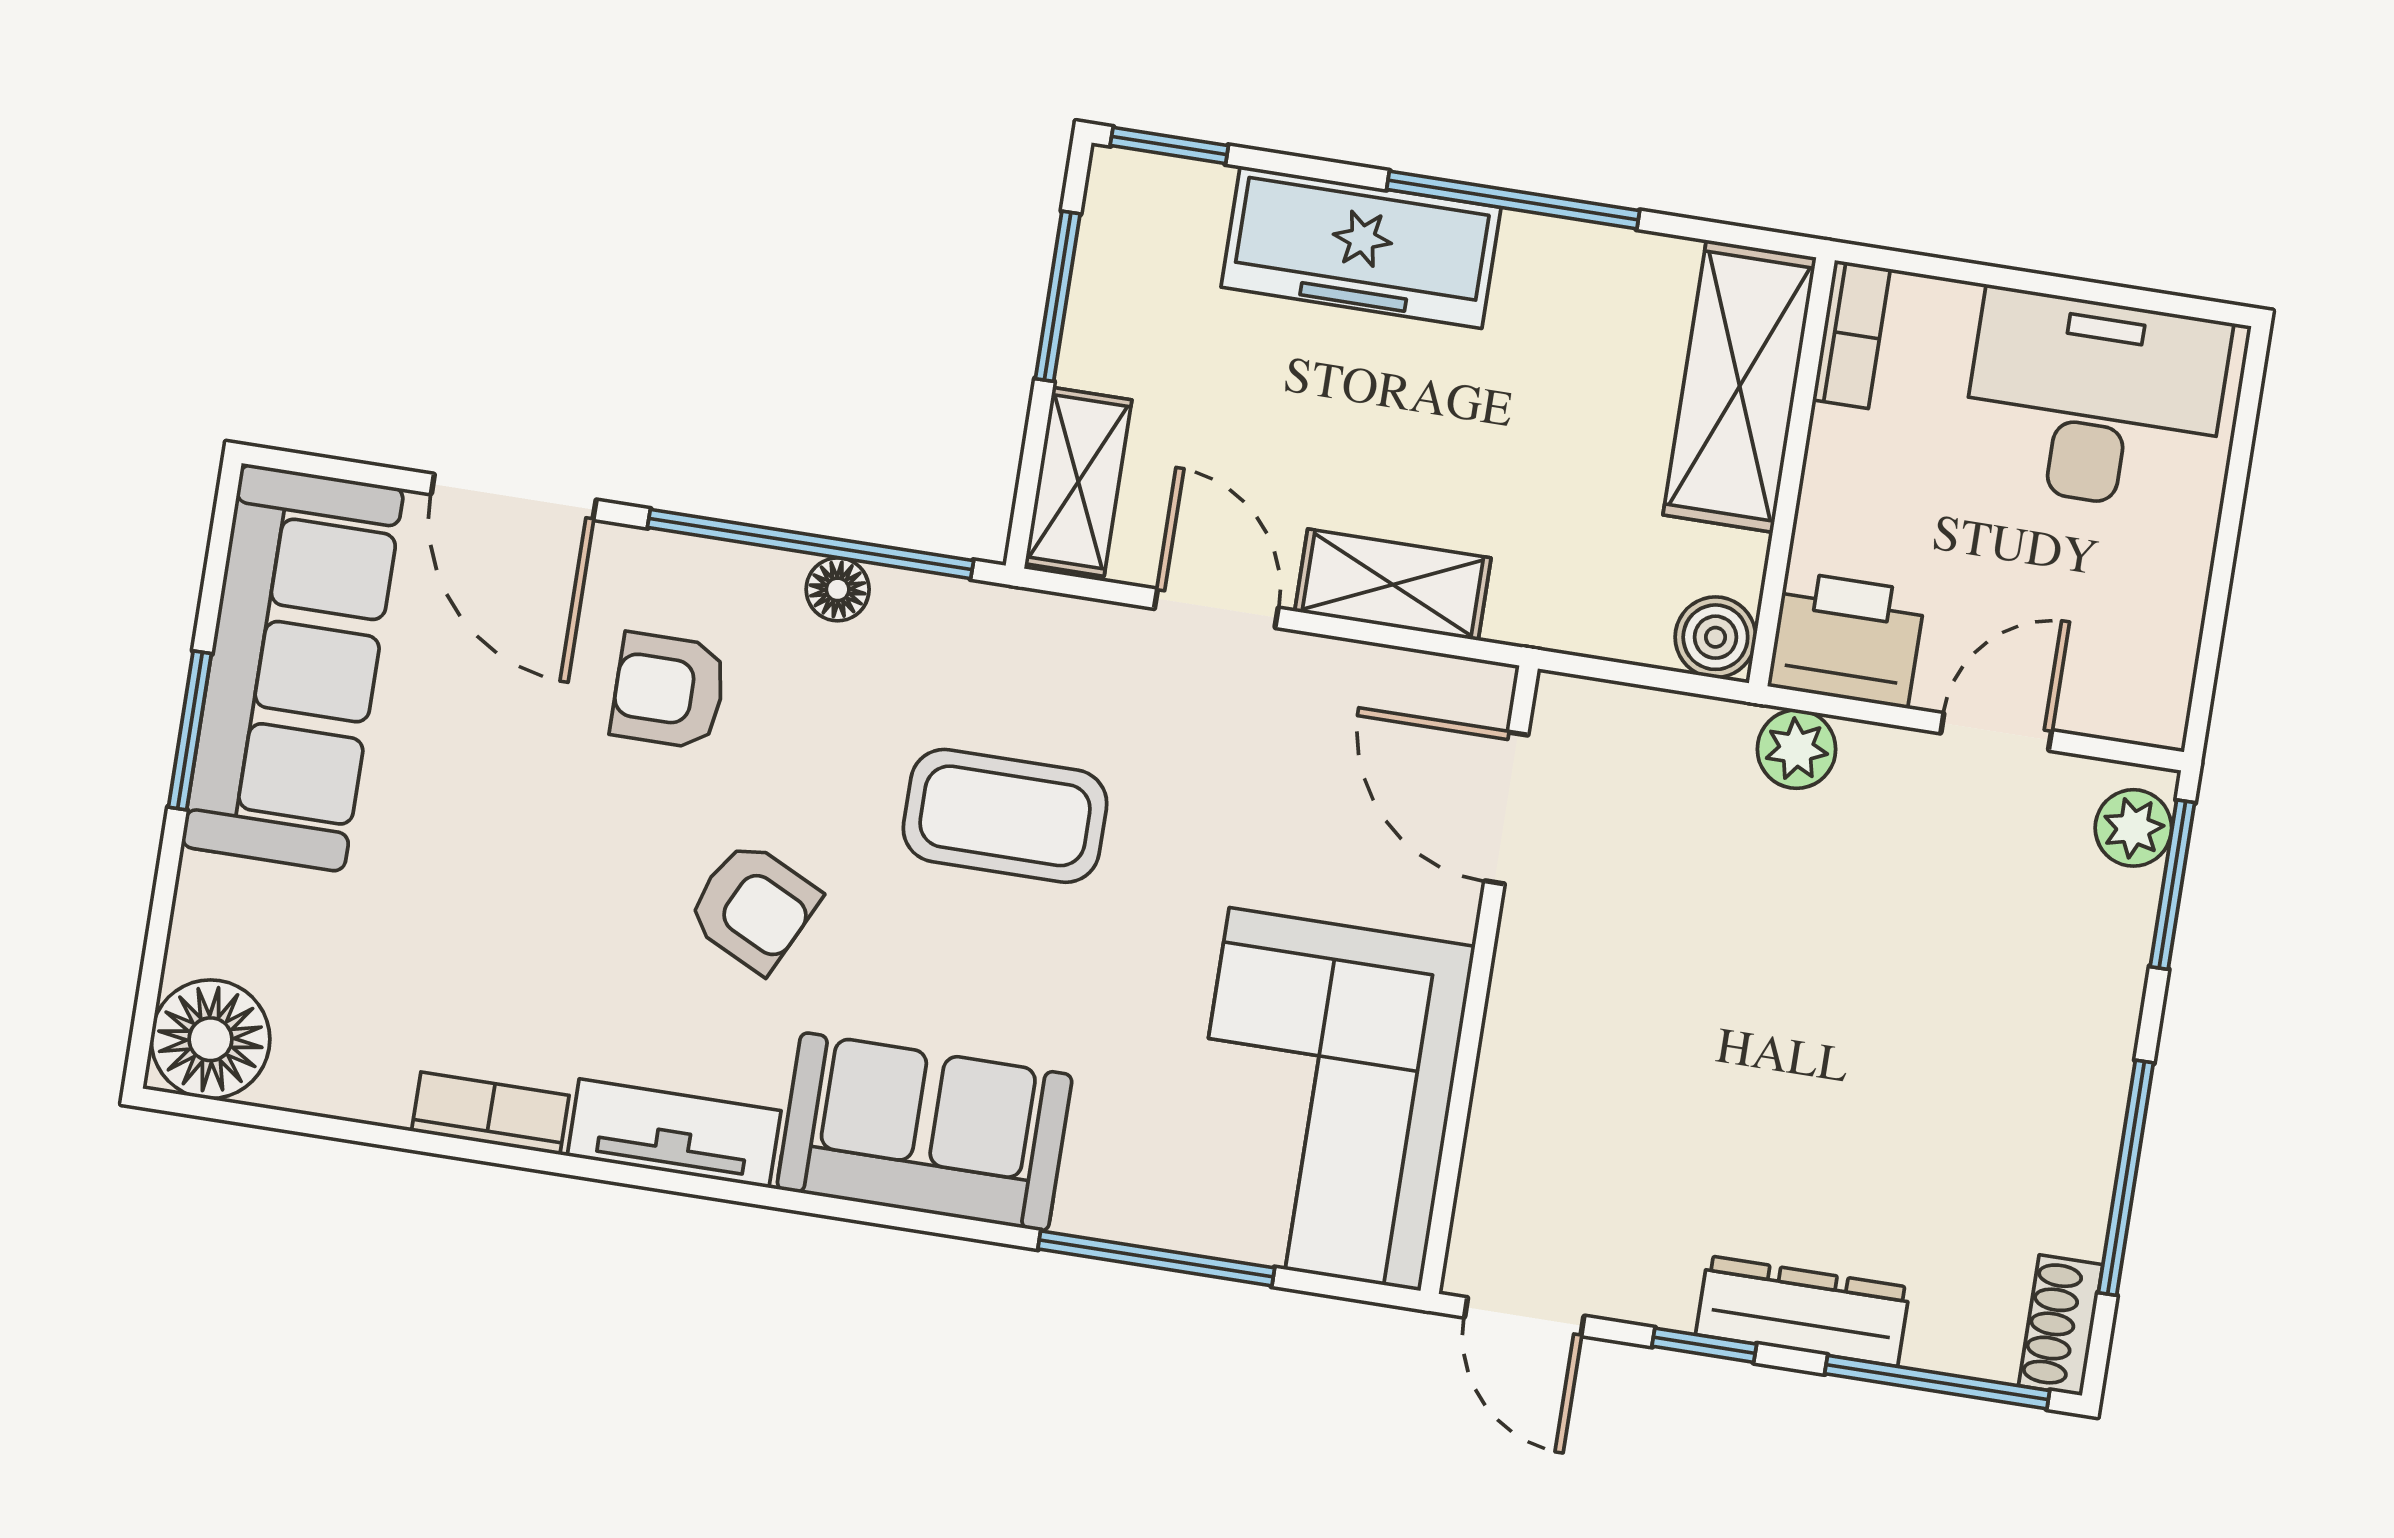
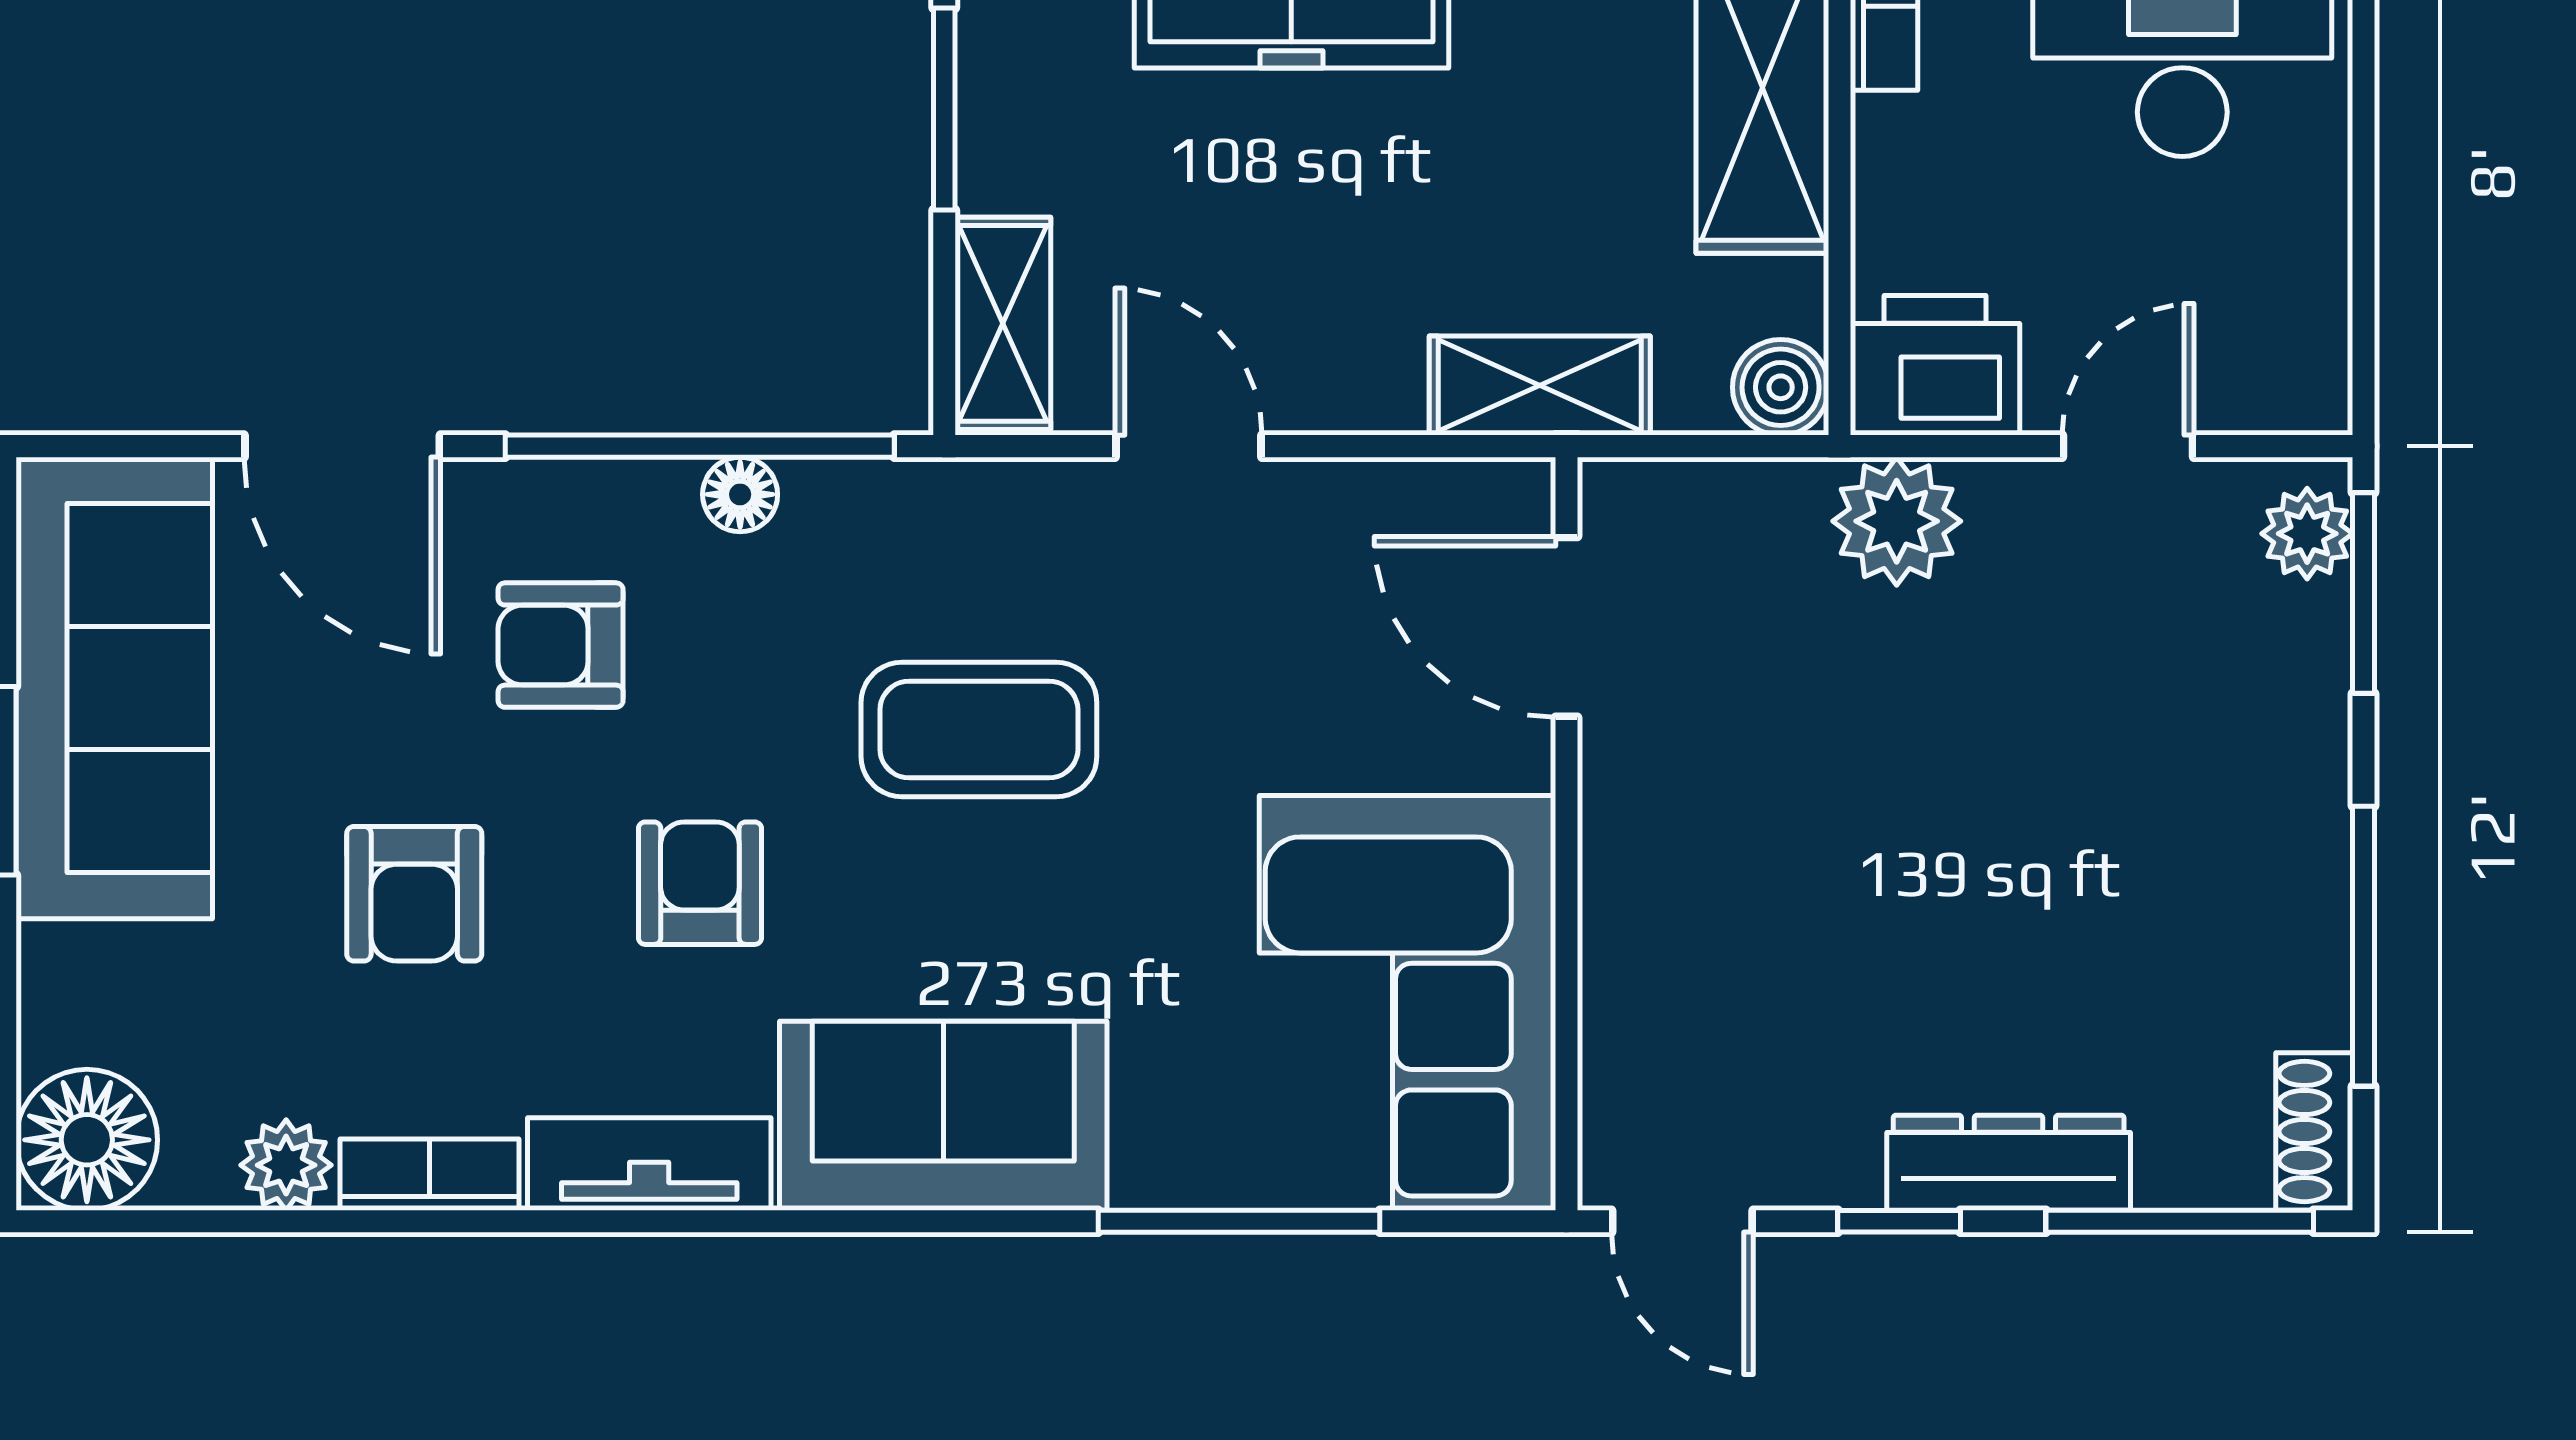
shelving: (1393, 585) -> (1540, 386), moved
plant: (1797, 749) -> (1897, 521), width x1.38, depth x1.38
armchair: (515, 878) -> (414, 894), added
armchair: (753, 907) -> (700, 883), turned -116
plant: (372, 1086) -> (286, 1165), added

